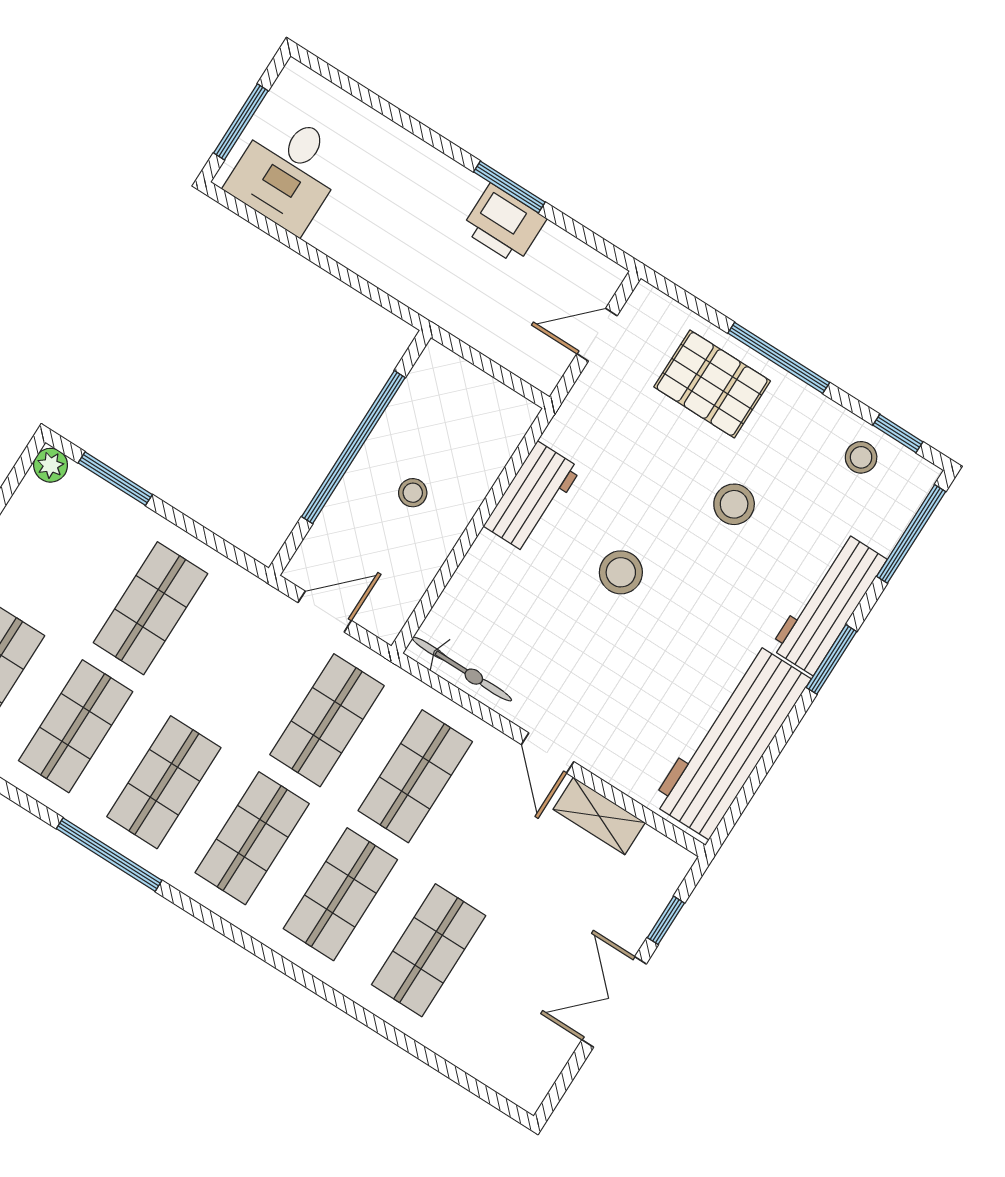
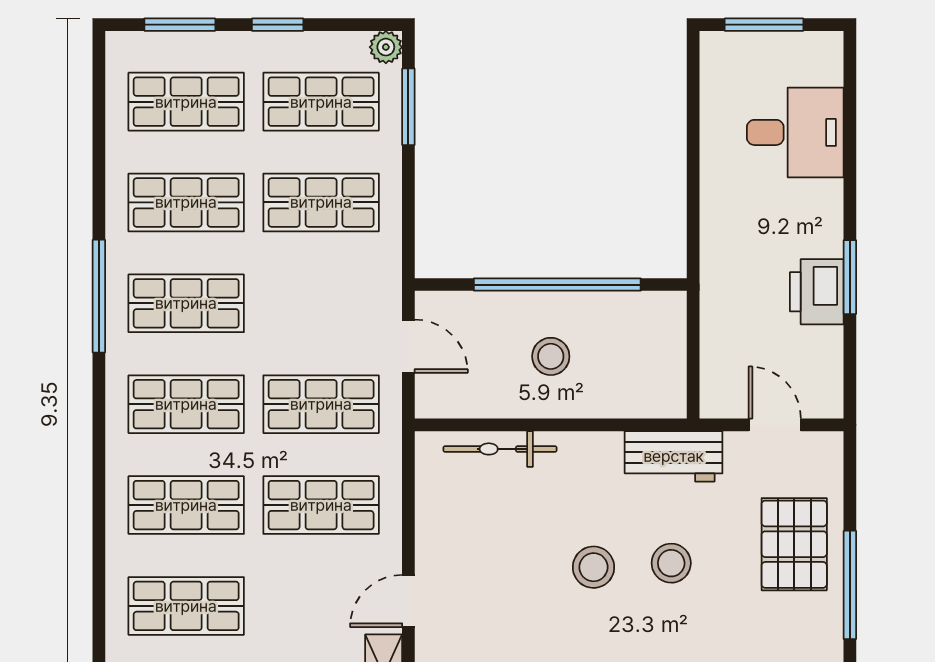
desk: (288, 172) -> (795, 132), moved, turned 180
stool: (413, 493) -> (551, 356), width x1.37, depth x1.37
workbench: (532, 497) -> (674, 456), moved
stool: (734, 504) -> (671, 563), moved
shop shelf: (62, 552) -> (321, 102), added
bicycle: (462, 669) -> (500, 449), moved, turned 90

